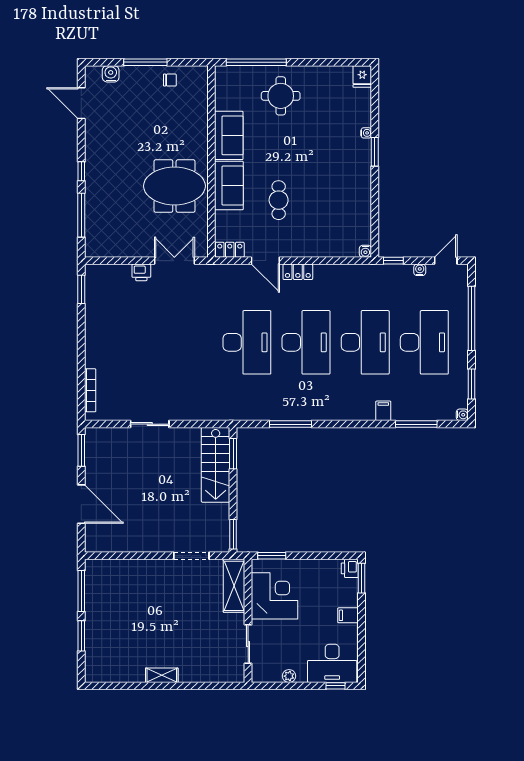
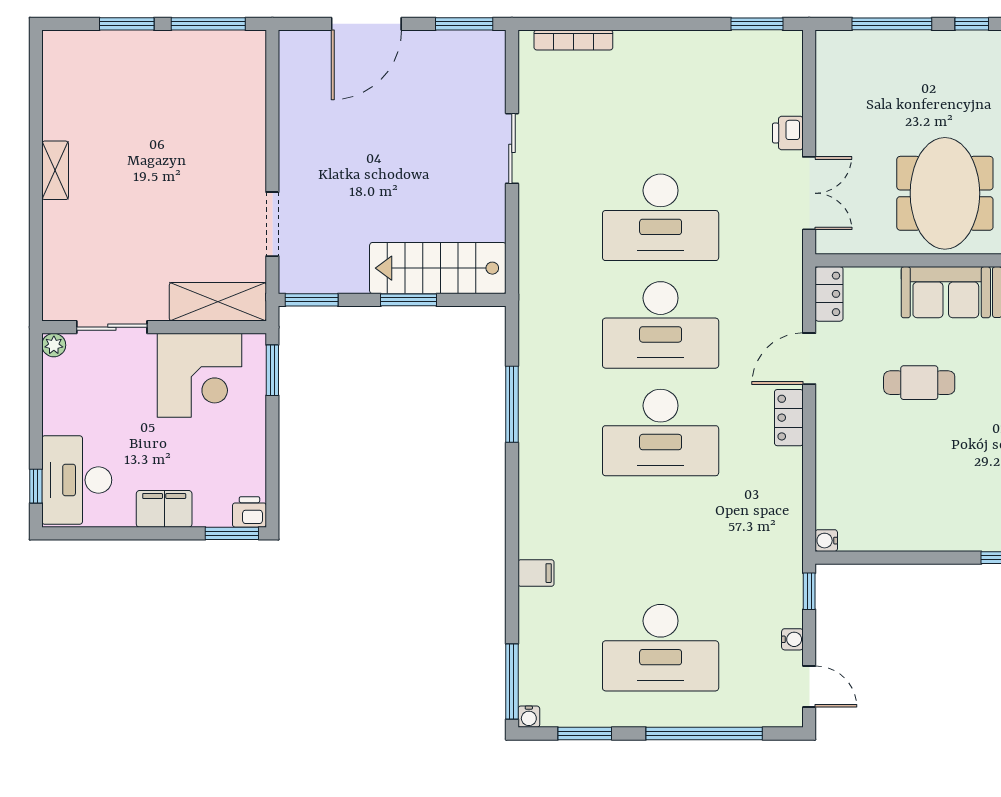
desk: (365, 342) -> (661, 217), moved
window: (416, 424) -> (512, 682), moved
window: (233, 454) -> (409, 300), moved
filing cabinet: (348, 615) -> (164, 509), width x2.00
plant: (289, 676) -> (54, 345), moved

